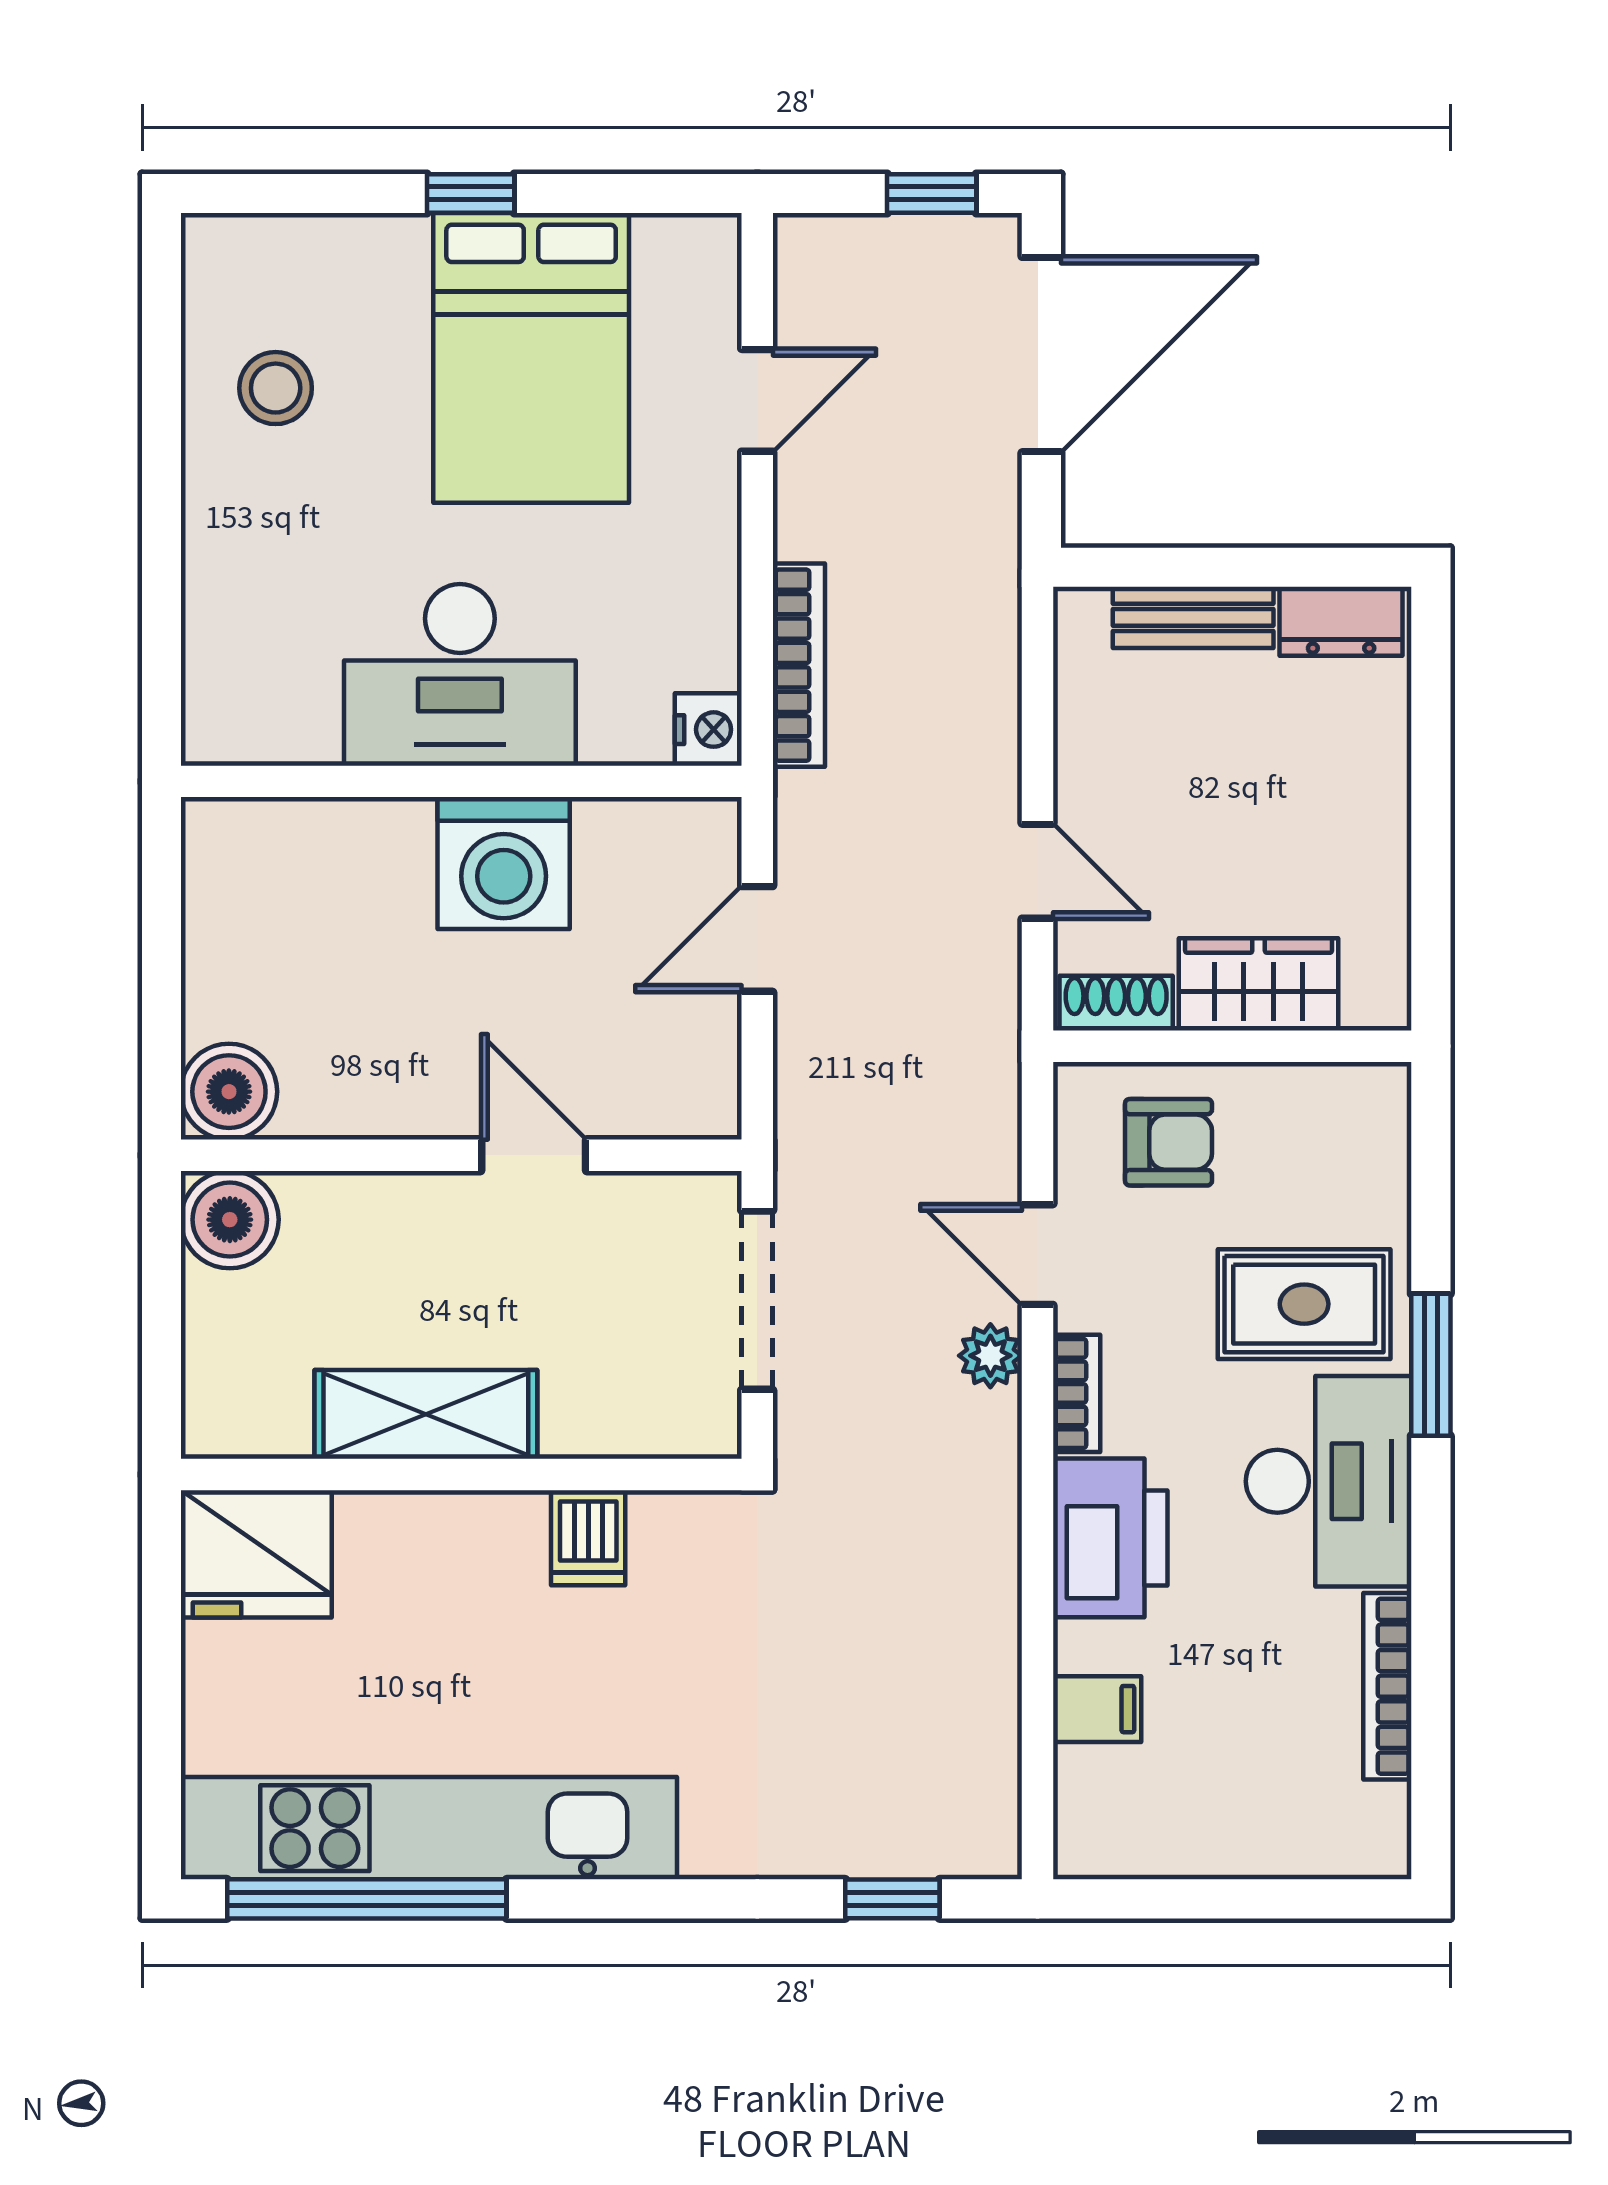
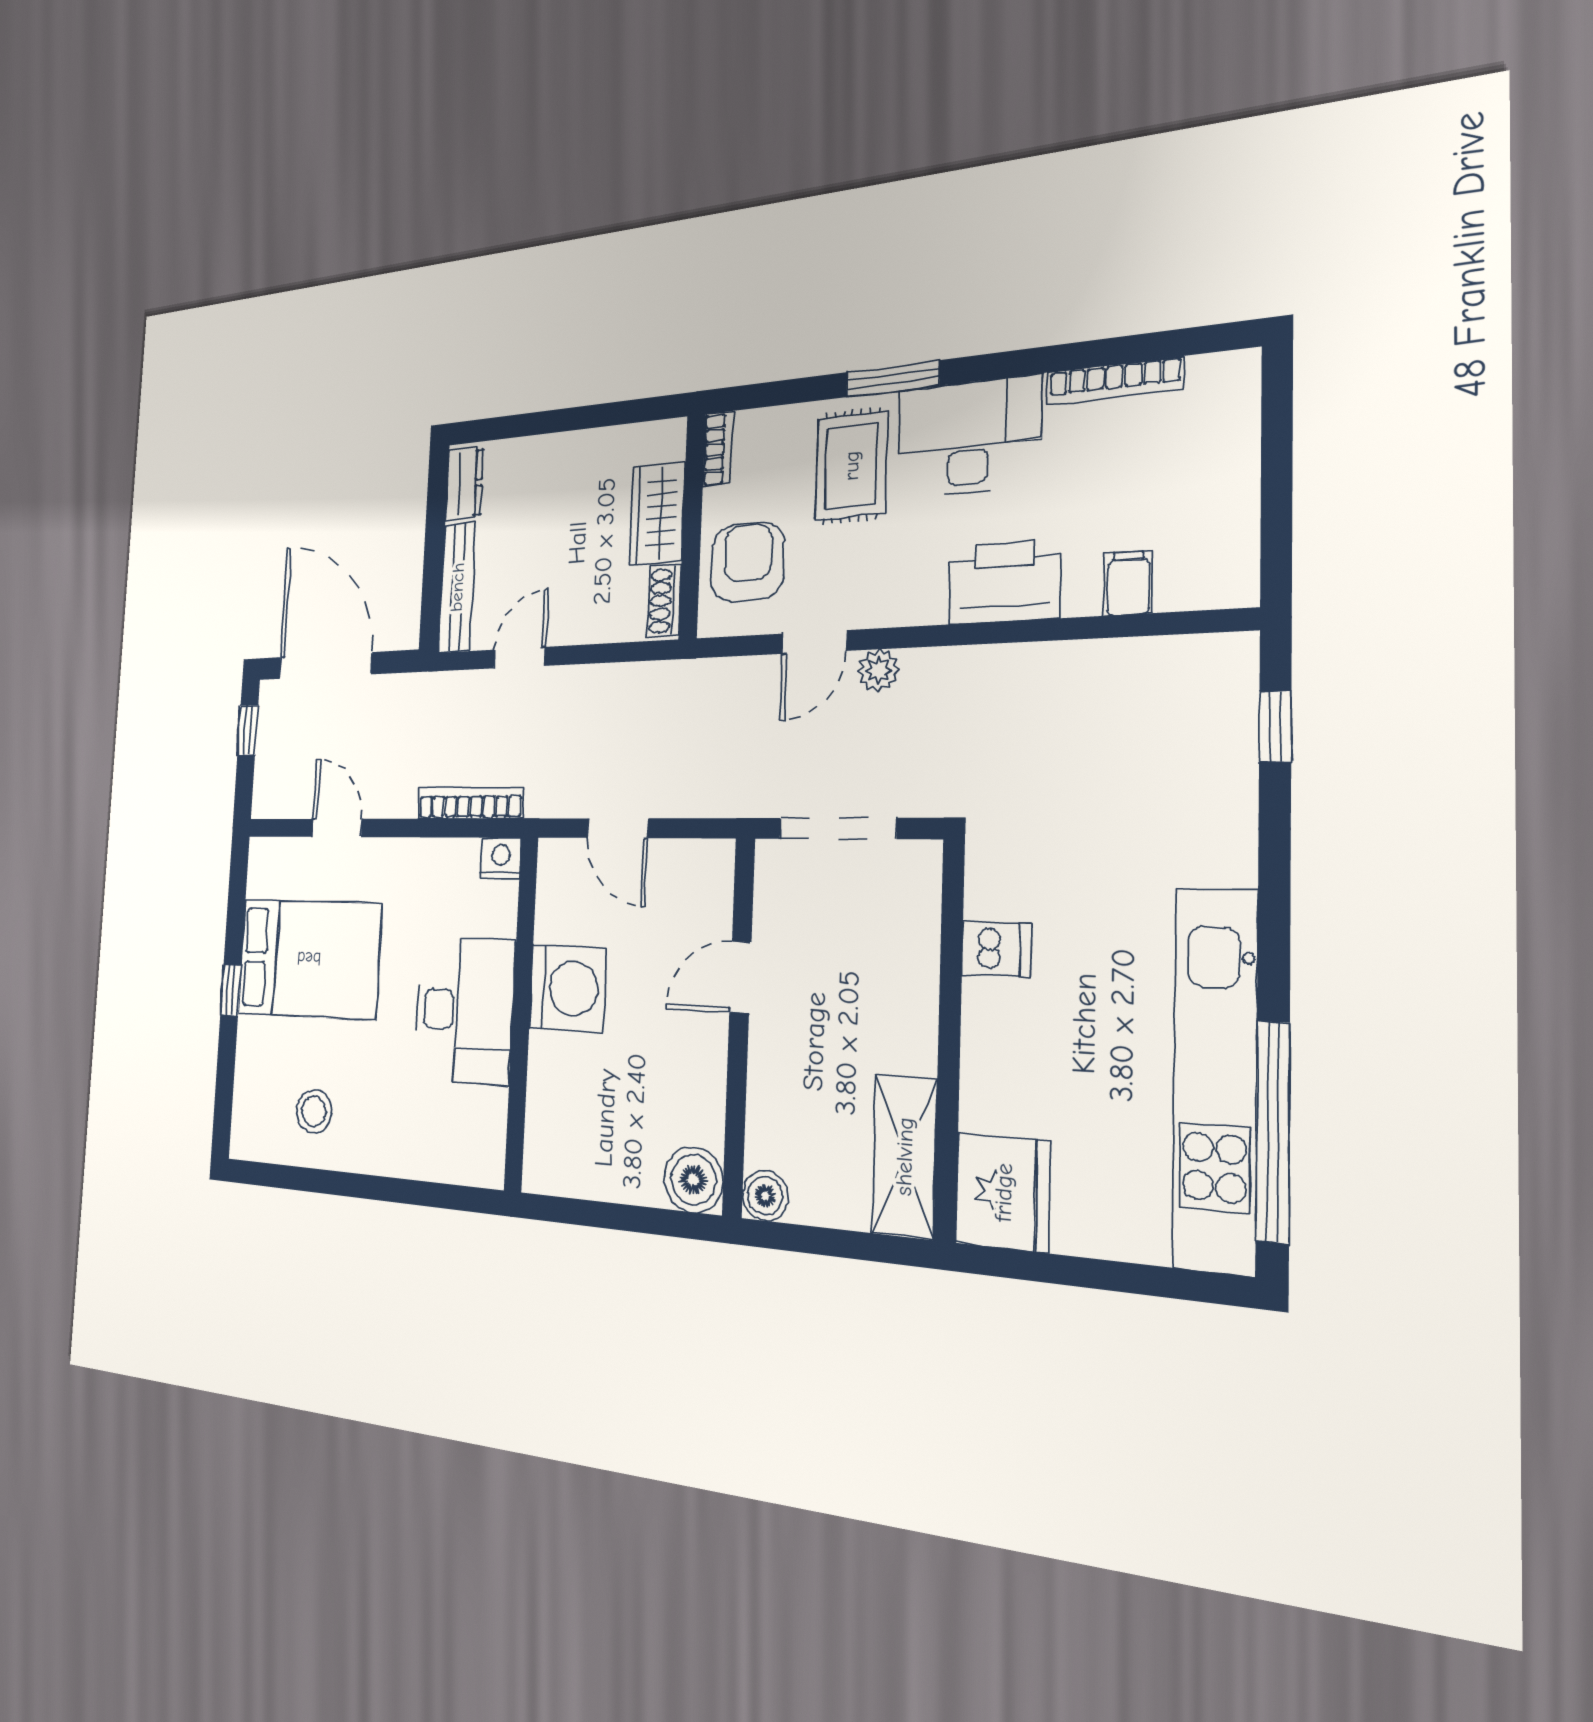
bench: (1193, 617) -> (457, 587), width x1.36
door: (1038, 871) -> (519, 658), moved
armchair: (1168, 1142) -> (748, 562), width x1.38, depth x1.38
boiler: (230, 1220) -> (765, 1196), width x0.73, depth x0.73
bookcase: (1077, 1393) -> (718, 449), moved, turned 90
shelving: (426, 1414) -> (904, 1156), moved

